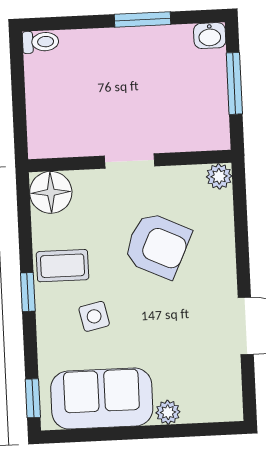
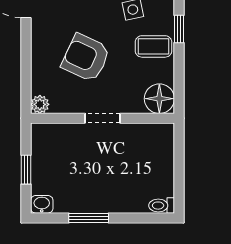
window: (234, 83) -> (26, 170), width x0.67

